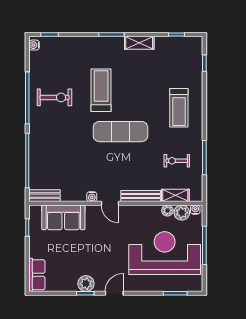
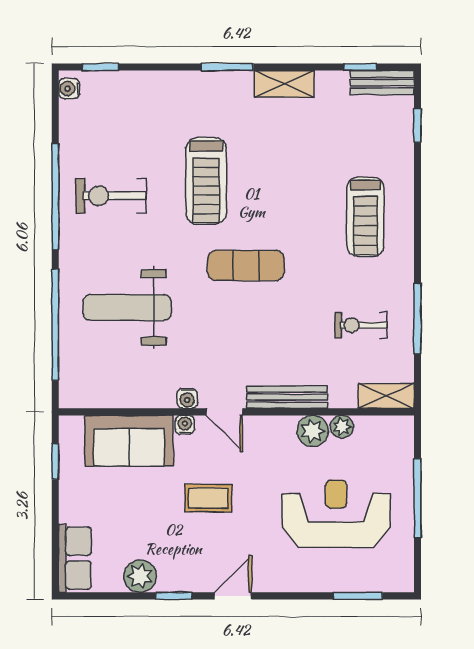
treadmill: (101, 90) -> (206, 181), turned 180
exercise bike: (55, 97) -> (111, 196), turned 180
exercise mat: (120, 132) -> (246, 265), width x0.73, depth x0.69
weight bench: (62, 152) -> (127, 307), added
shelving: (175, 195) -> (386, 396), moved
bench: (45, 196) -> (382, 83), moved
water cooler: (195, 210) -> (185, 425), moved
plant: (182, 213) -> (313, 431), moved
coffee table: (102, 245) -> (208, 498), added
reception desk: (165, 253) -> (336, 514), width x0.74, depth x0.77
plant: (86, 284) -> (140, 576), moved

